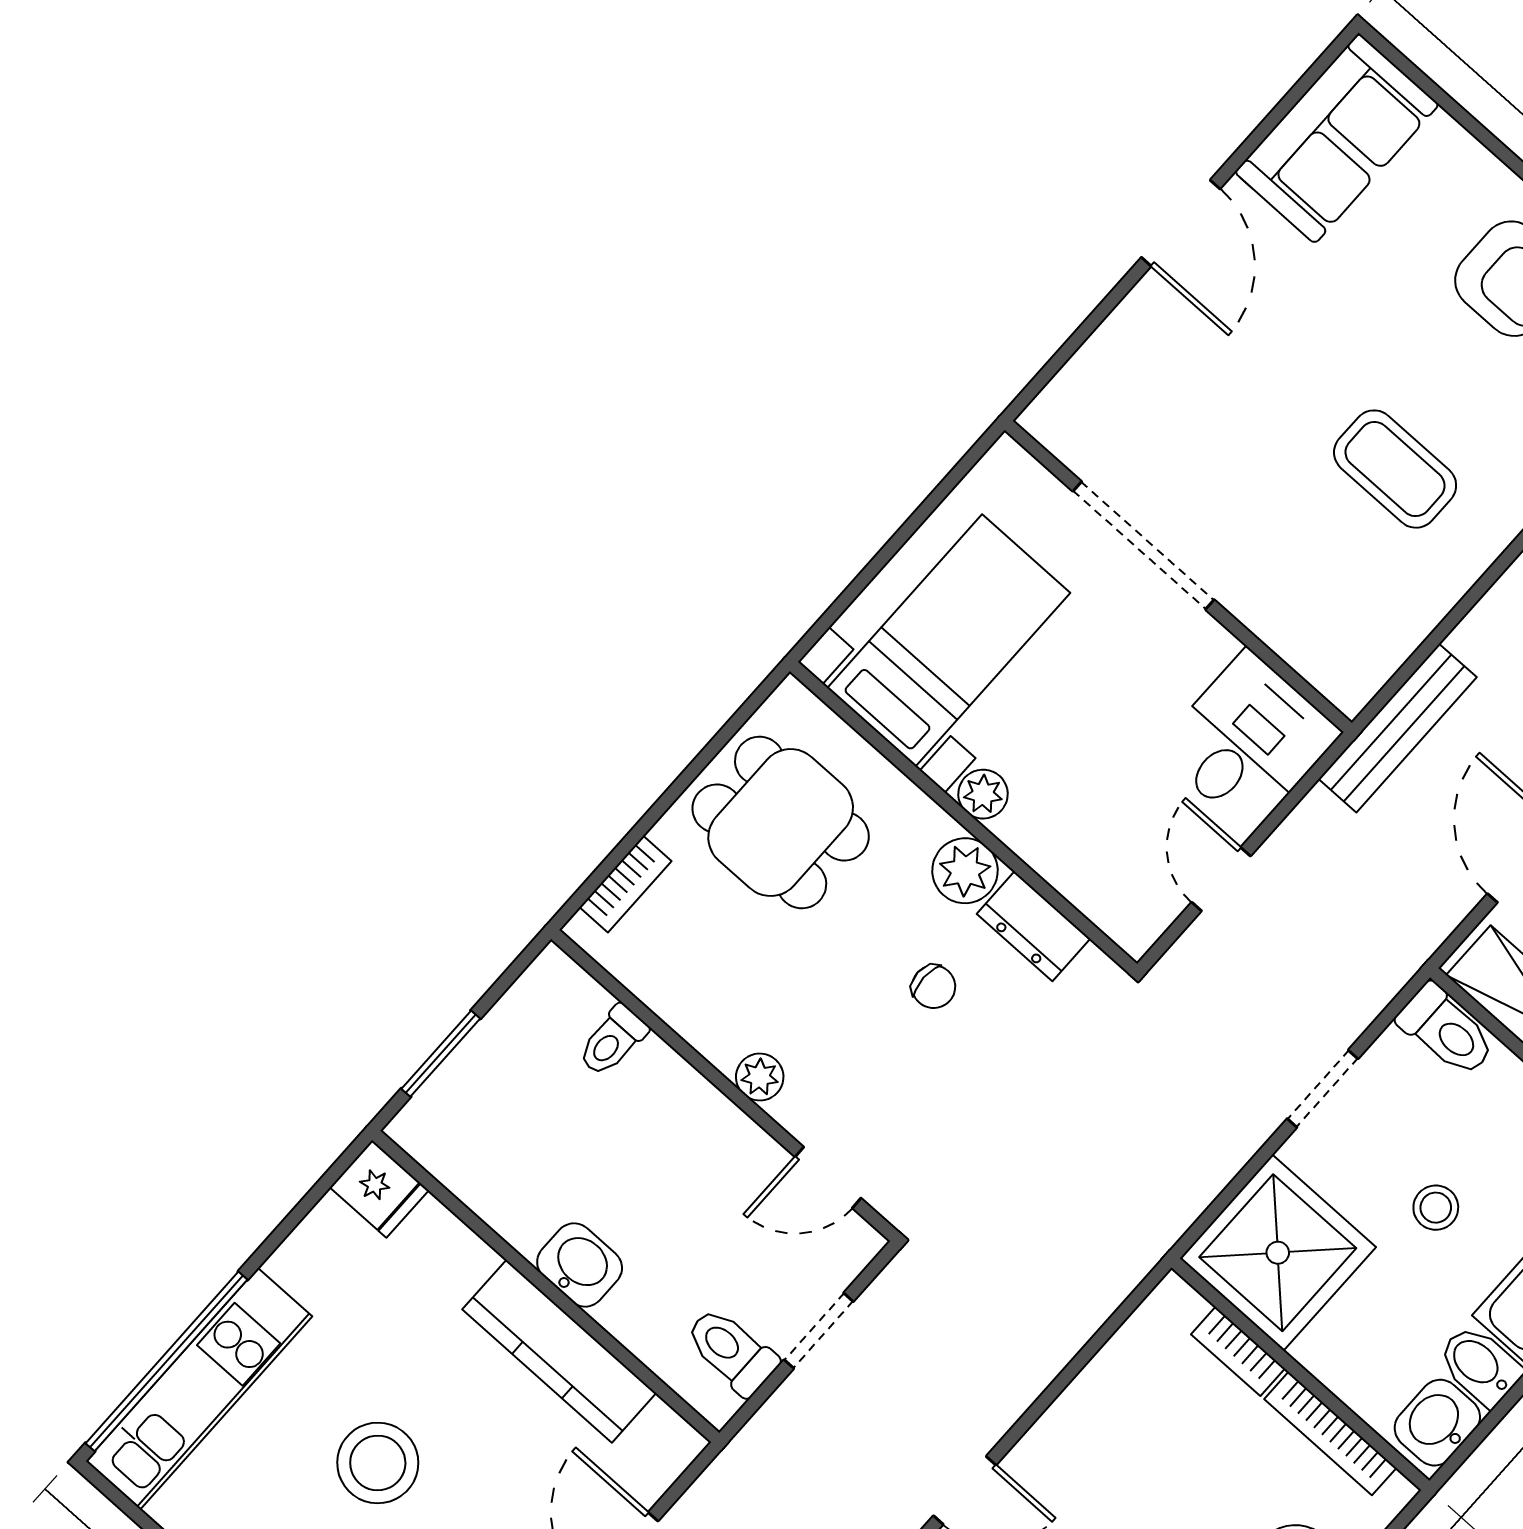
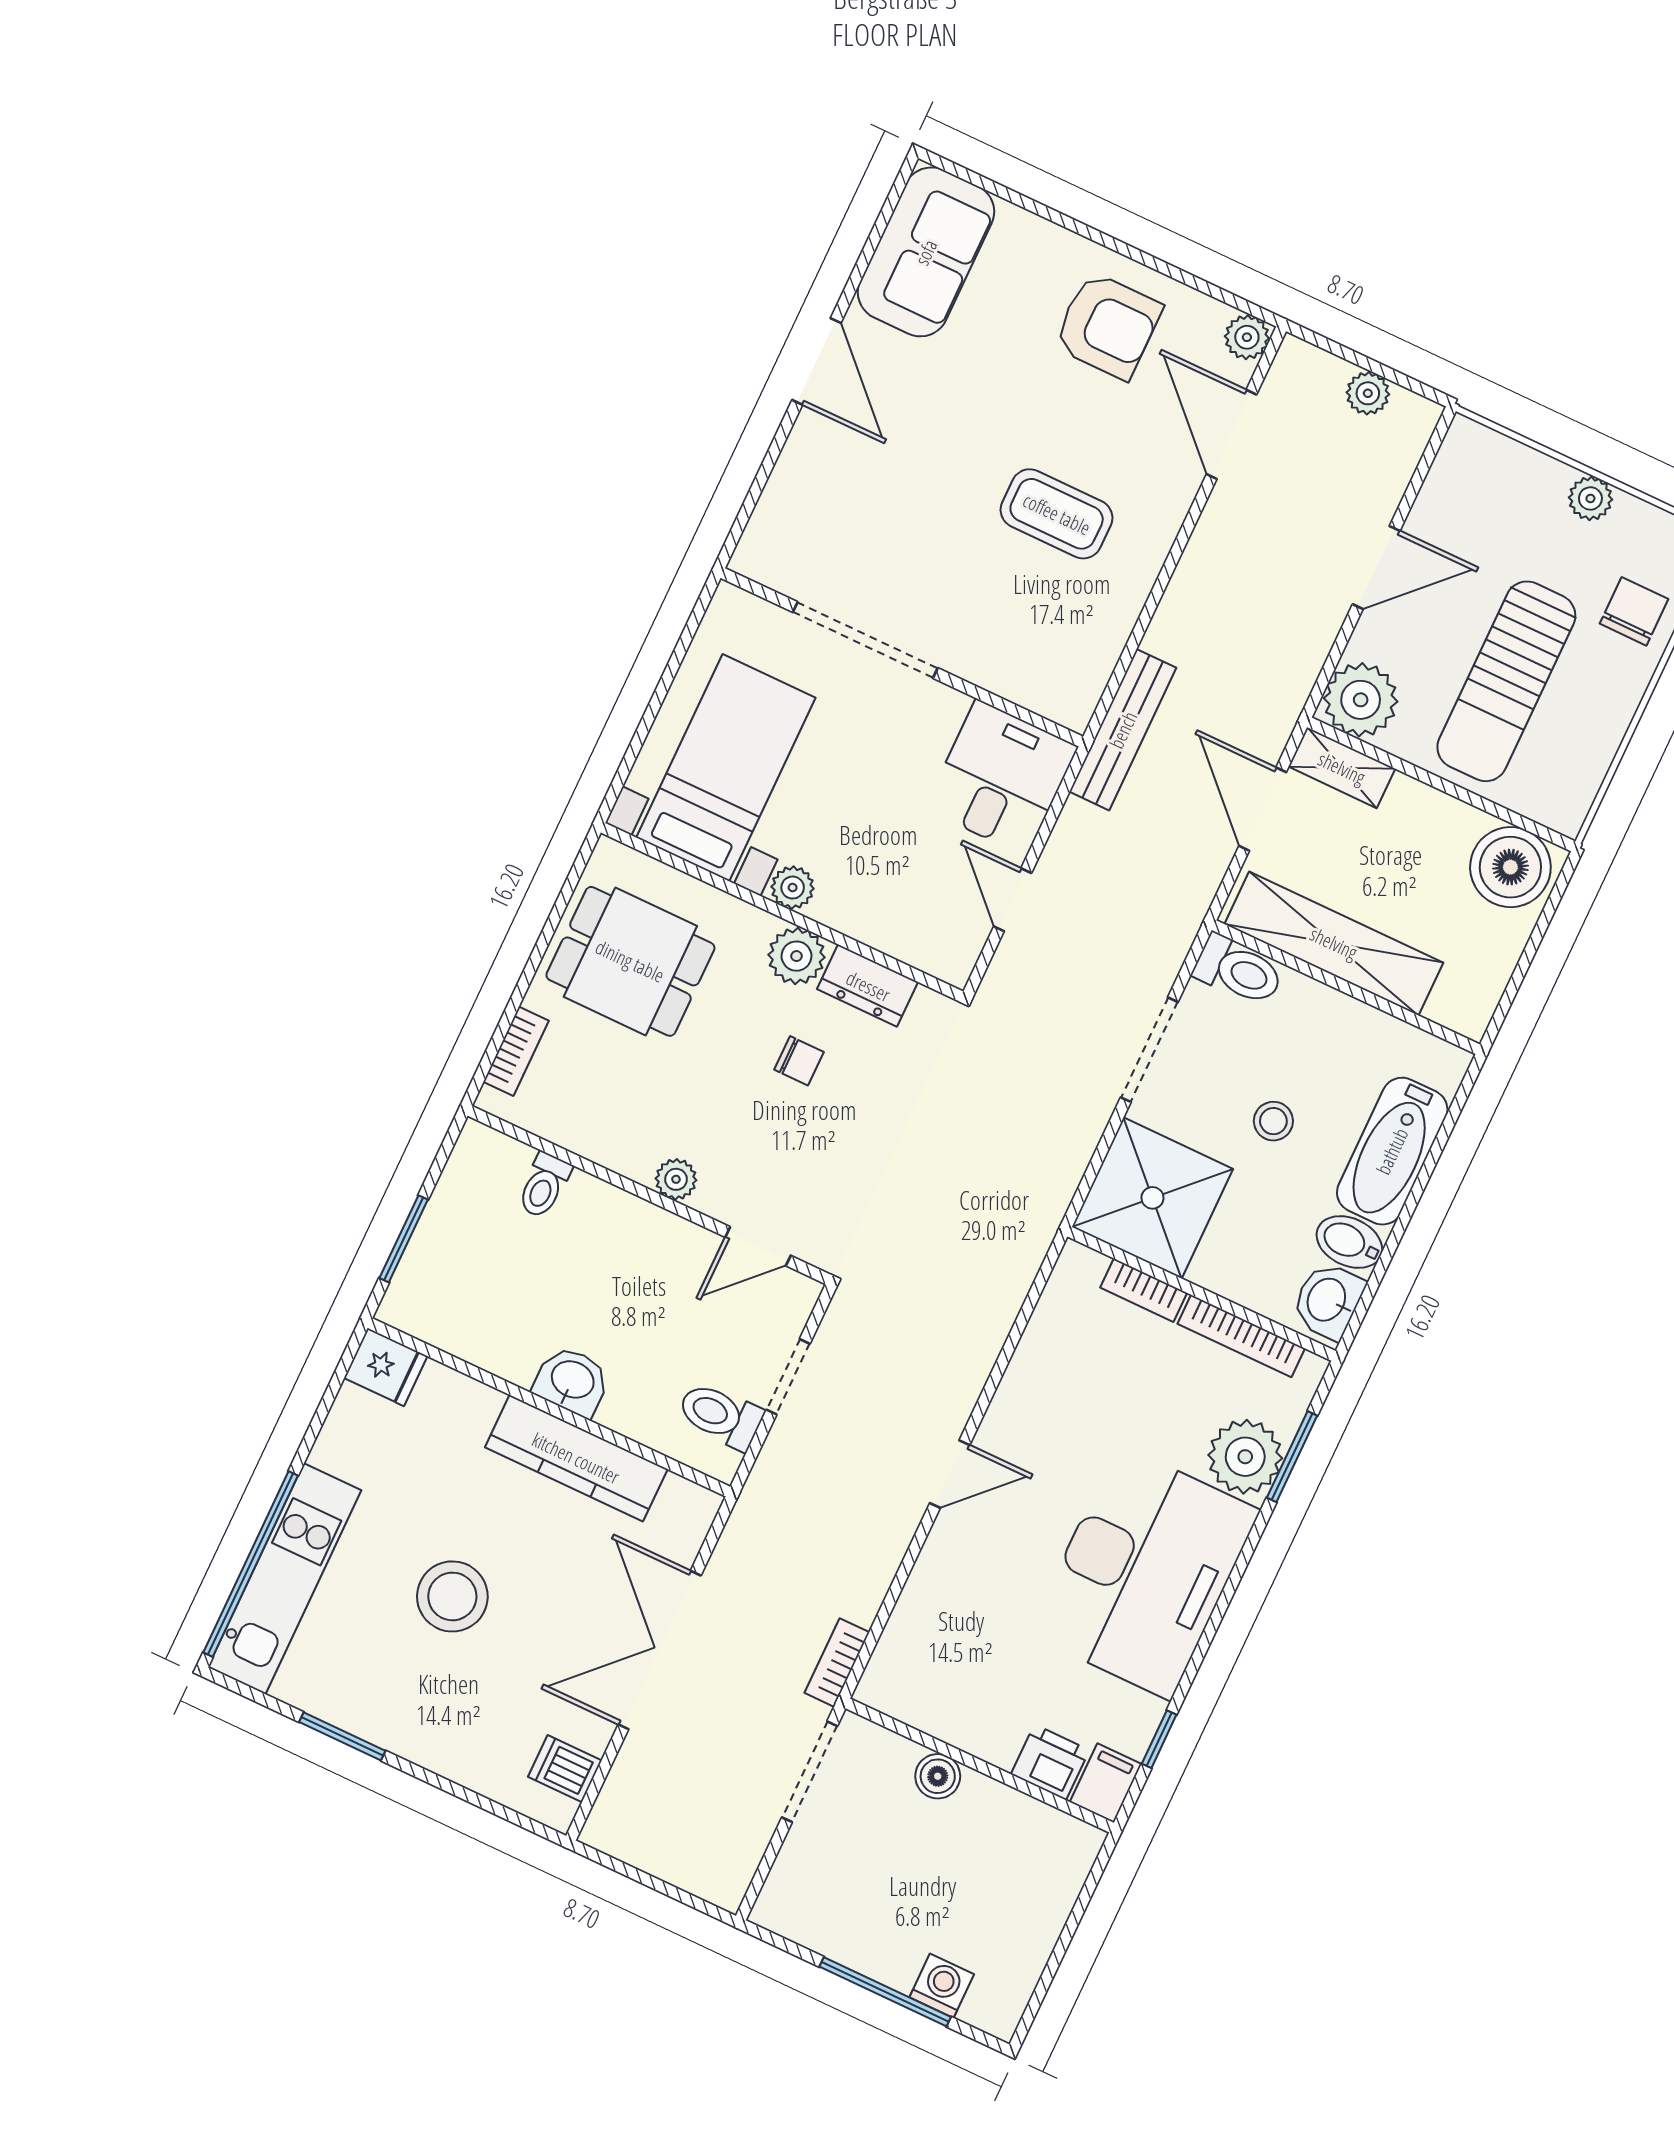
doorway: (1323, 1089) -> (1149, 1050), width x1.38

